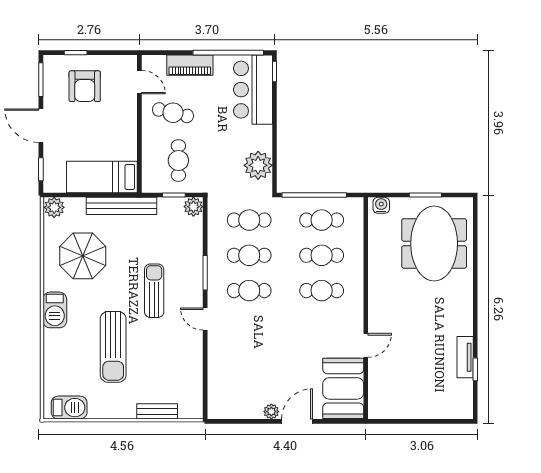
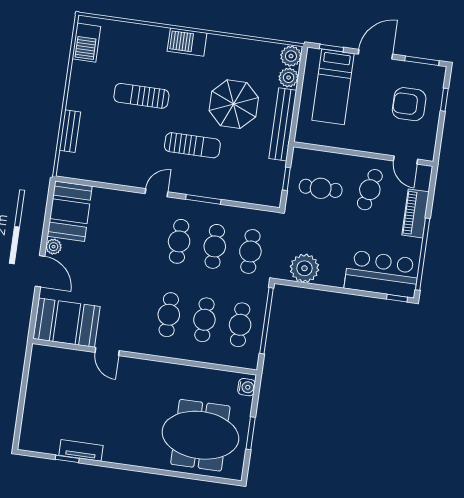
door: (139, 82) -> (406, 160), hinge flipped
bed: (102, 177) -> (333, 87), moved, turned 180
plant: (193, 207) -> (289, 78), moved
parasol: (83, 256) -> (234, 104), moved
sun lounger: (113, 347) -> (141, 96), width x0.73, depth x0.75
booth: (235, 401) -> (70, 211), added

